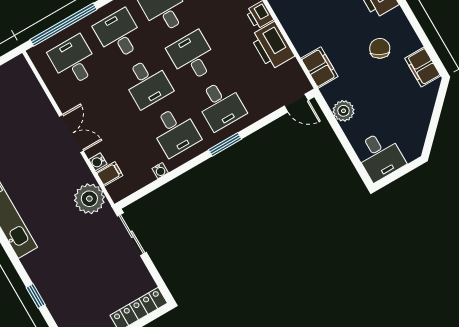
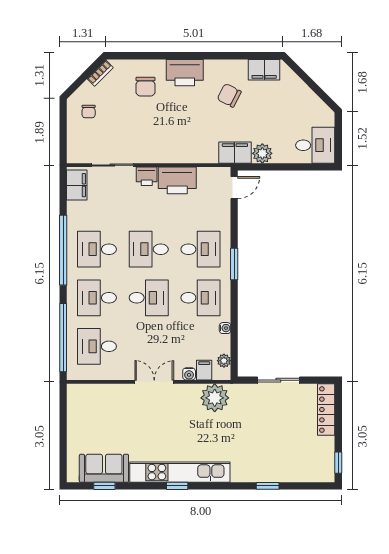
filing cabinet: (319, 67) -> (235, 153), moved
plant: (129, 187) -> (224, 361), added
sliding door: (132, 234) -> (278, 380), moved

